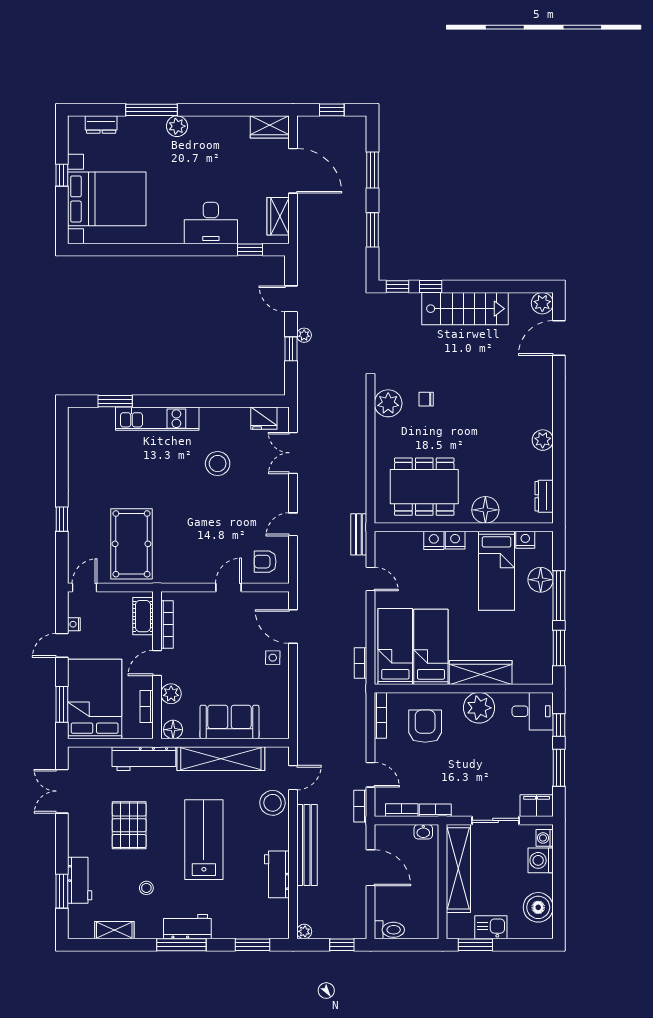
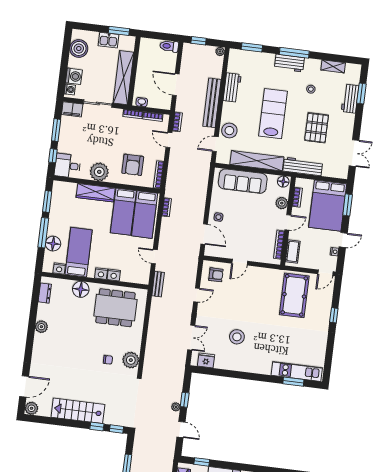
kitchen unit: (157, 419) -> (297, 371), moved
sofa: (229, 722) -> (243, 181), width x1.36
lab bench: (204, 840) -> (273, 114), turned 180

